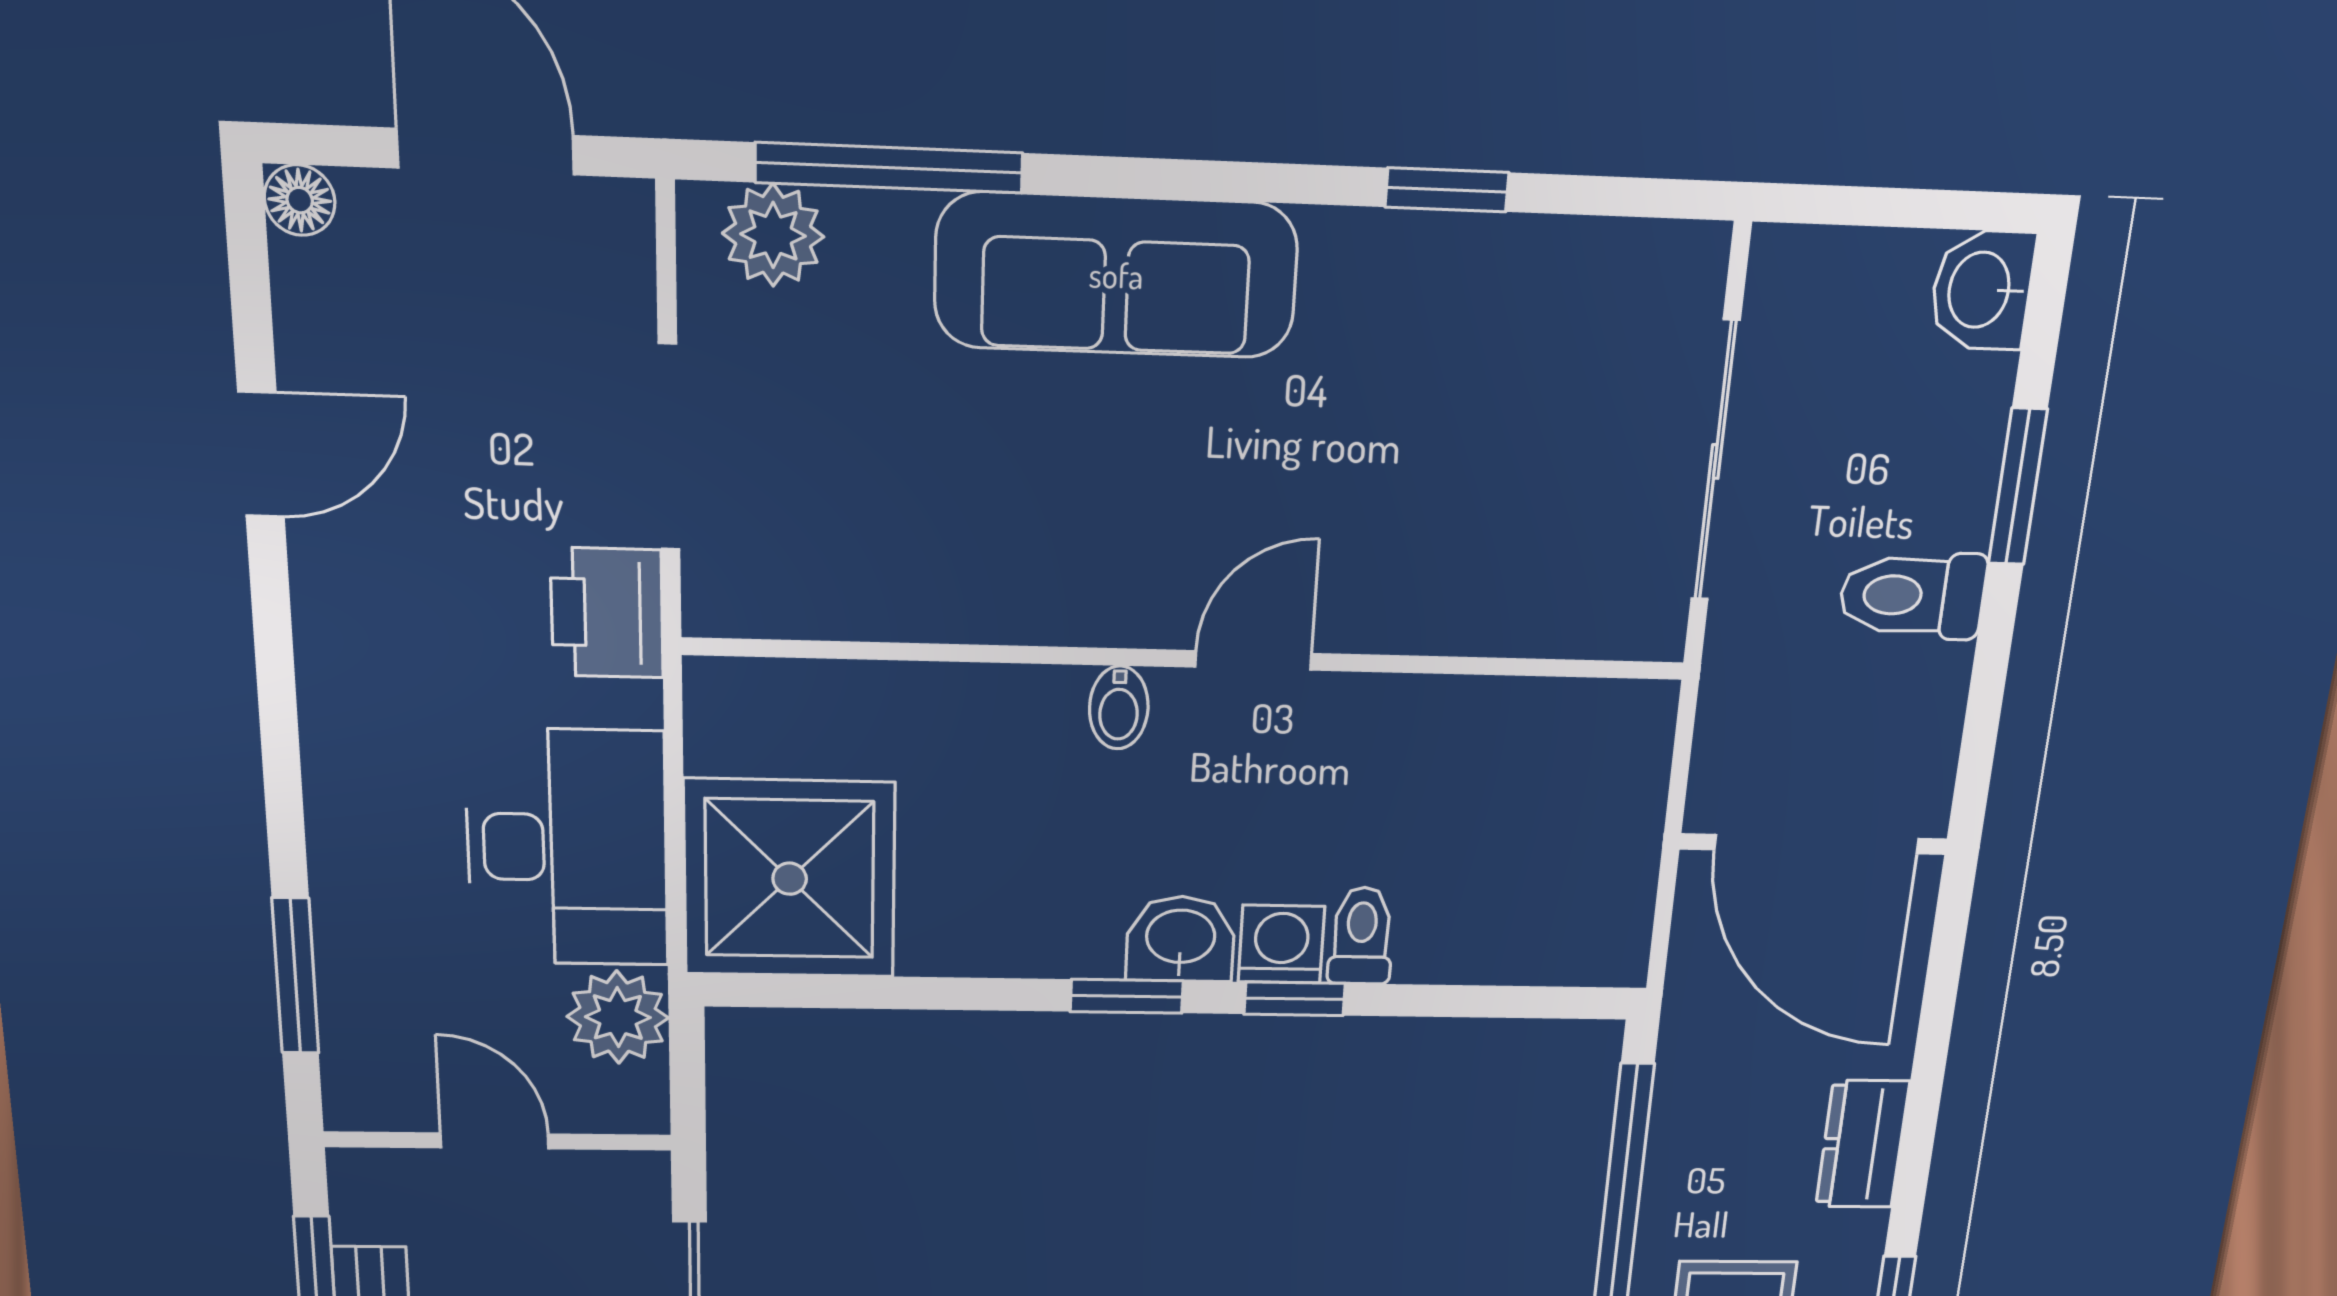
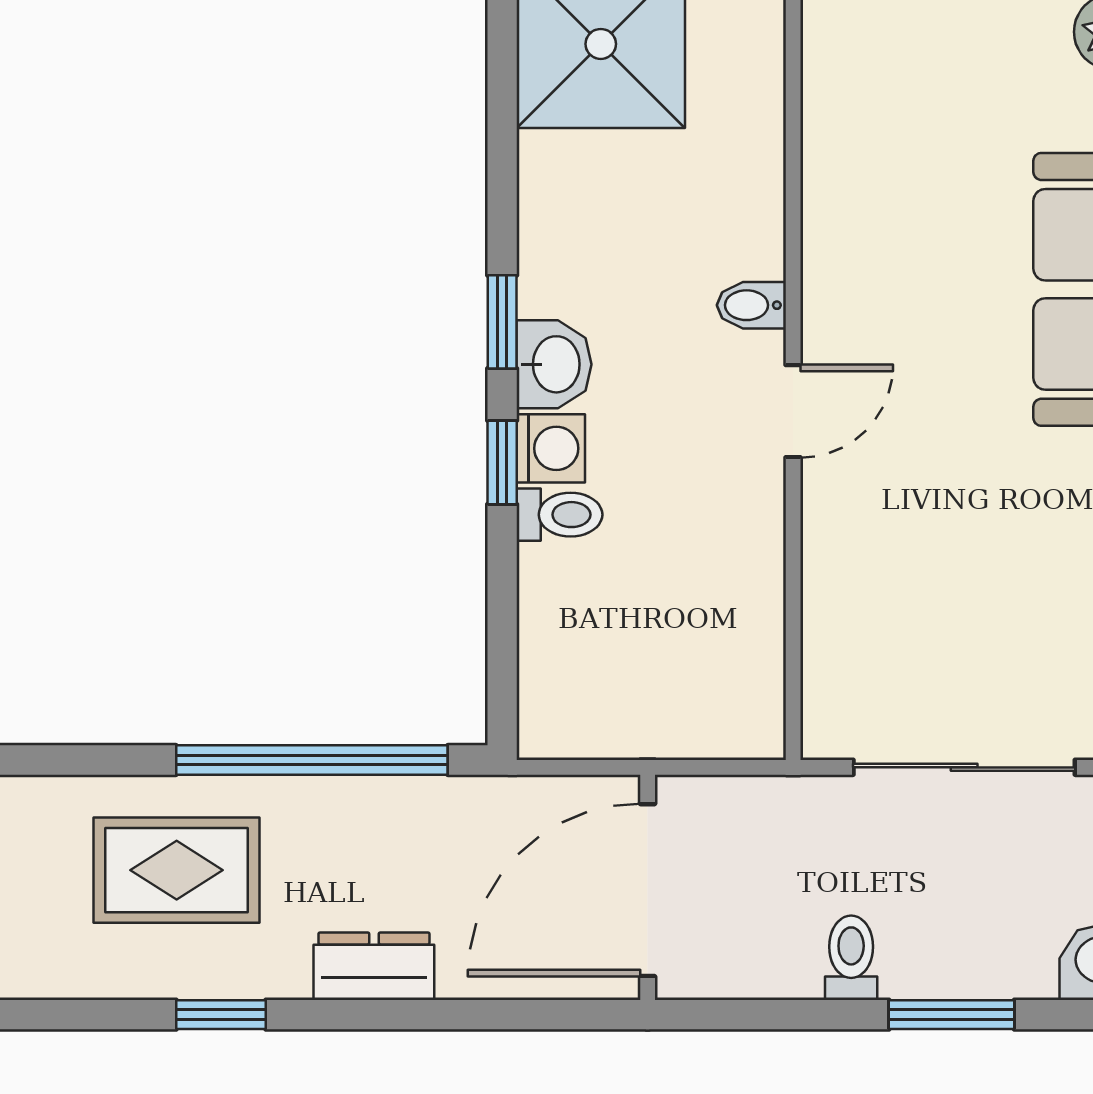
toilet: (1912, 595) -> (851, 958), width x0.73, depth x0.72
door: (1253, 660) -> (793, 411), hinge flipped

